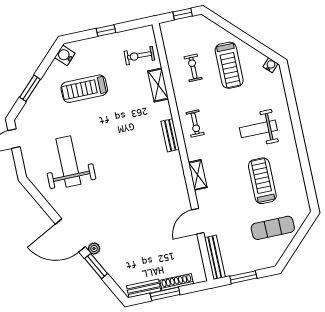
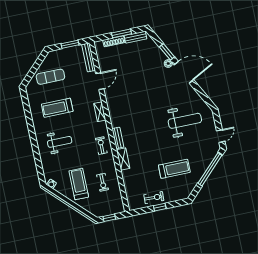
water cooler: (65, 55) -> (187, 191), removed
exercise bike: (139, 56) -> (154, 198), moved
shelving: (158, 85) -> (123, 159), moved
window: (30, 88) -> (210, 169), width x2.11
weight bench: (68, 162) -> (185, 121), turned -90
treadmill: (262, 181) -> (57, 108), turned 90

